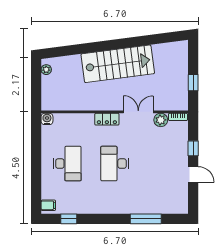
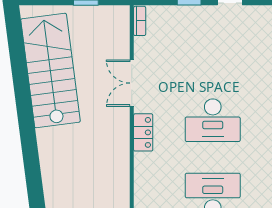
stairs: (118, 64) -> (50, 70), moved
plant: (161, 120) -> (144, 48), removed

